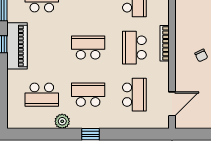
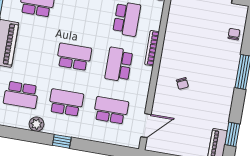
bookcase: (165, 43) -> (152, 48), moved
school desk: (134, 95) -> (111, 110), turned -90

